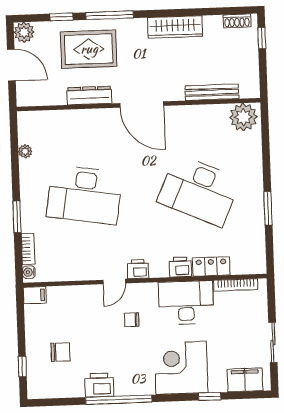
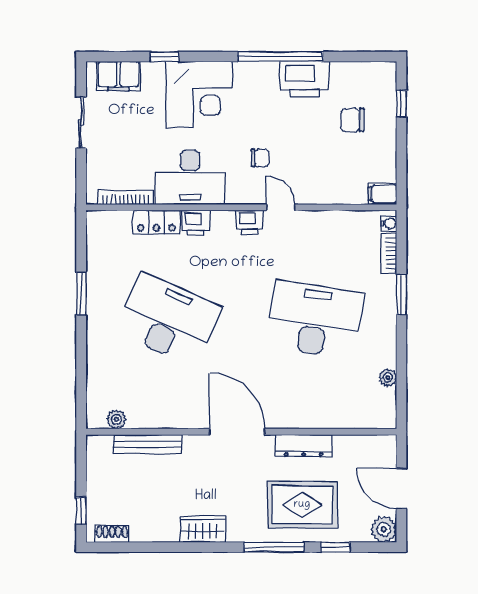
wardrobe: (175, 27) -> (203, 529), width x0.67
plant: (243, 117) -> (116, 419), width x0.53, depth x0.53
door: (114, 282) -> (281, 207), hinge flipped
printer: (99, 385) -> (305, 79), width x1.37, depth x1.19

